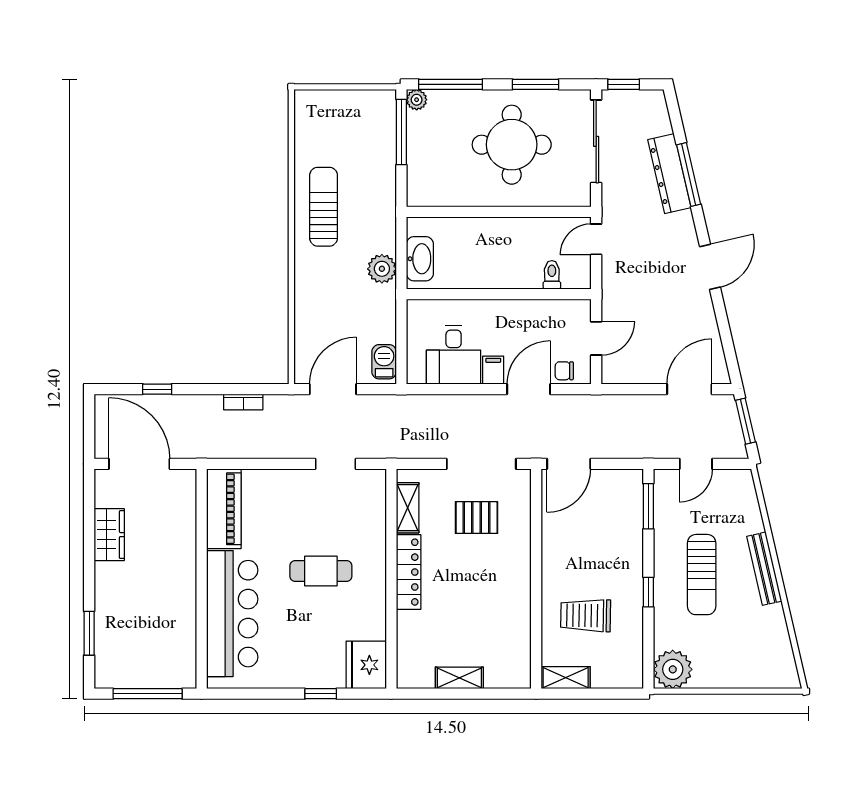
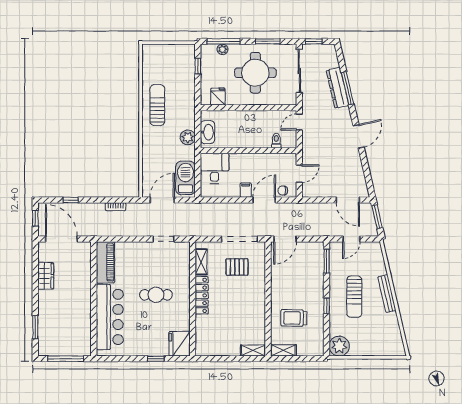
plant: (417, 100) -> (223, 49), moved
window: (401, 132) -> (198, 66), width x0.46
fridge: (440, 190) -> (218, 96), added
desk: (454, 355) -> (215, 168), moved, turned 180
barbecue: (384, 362) -> (186, 178), width x1.88, depth x1.53
door: (689, 389) -> (348, 200), swing flipped
window: (89, 424) -> (35, 218), added
shelving: (459, 678) -> (253, 350), moved

